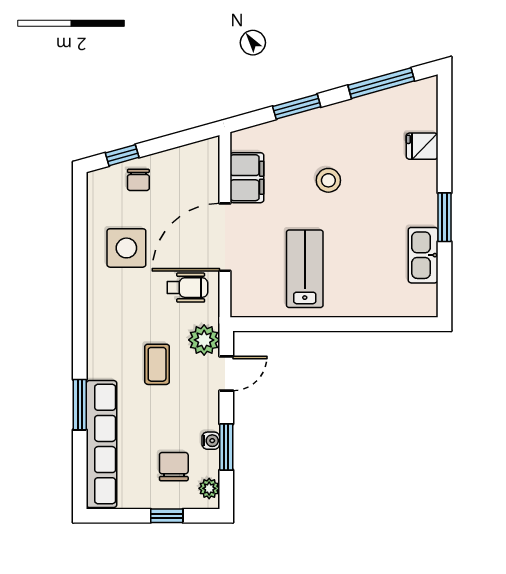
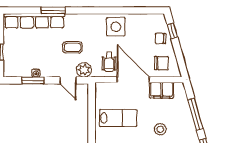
window: (297, 107) -> (196, 114), width x1.44
side table: (126, 248) -> (116, 27), moved
chair: (174, 467) -> (161, 63), moved
plant: (209, 488) -> (13, 72), removed

